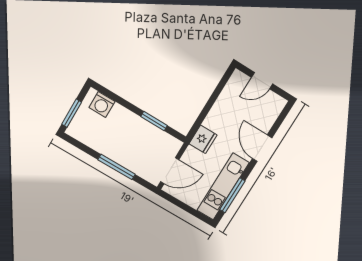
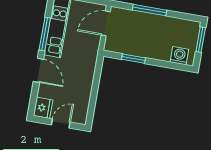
fridge: (203, 139) -> (43, 108), moved, turned 180
window: (232, 195) -> (45, 34), moved

